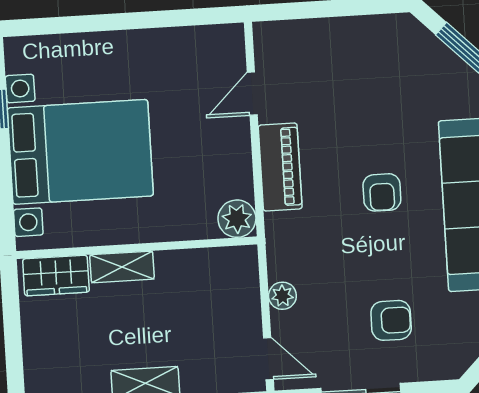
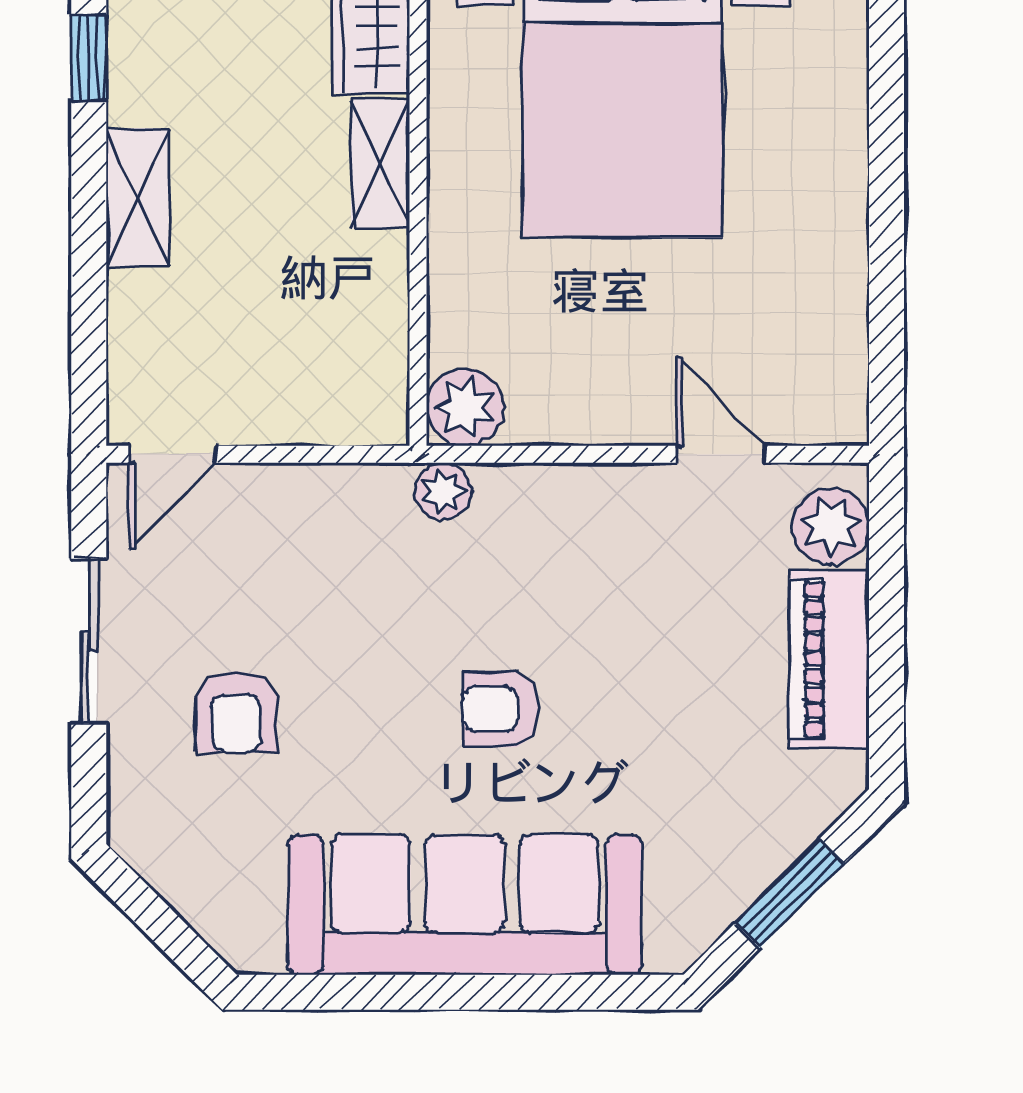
plant: (284, 38) -> (831, 526), added
piano: (280, 167) -> (829, 659), moved, turned 90
plant: (282, 296) -> (443, 491), moved

